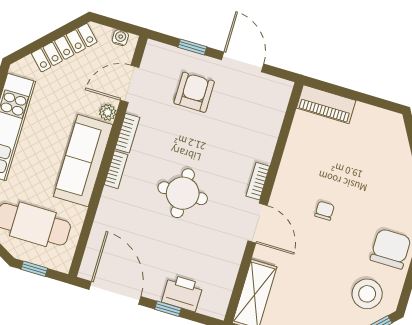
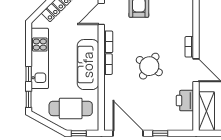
plant: (108, 112) -> (94, 33), removed
round table: (183, 193) -> (149, 66), turned 33
printer: (182, 293) -> (185, 101), moved, turned -90

